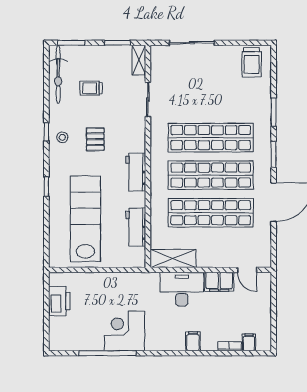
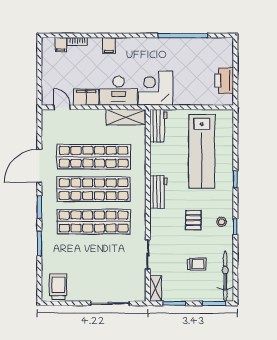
workbench: (136, 227) -> (158, 126), moved
corner desk: (125, 331) -> (155, 88), moved, turned 180

